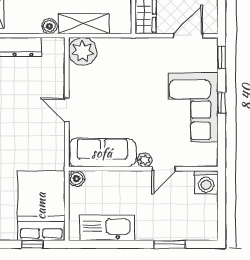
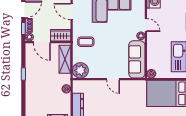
shelving: (84, 24) -> (65, 59), moved
coffee table: (134, 61) -> (86, 42), added
door: (67, 110) -> (113, 79), hinge flipped

